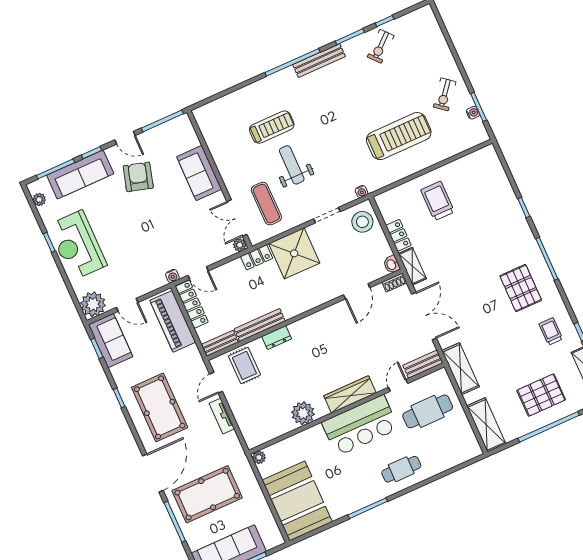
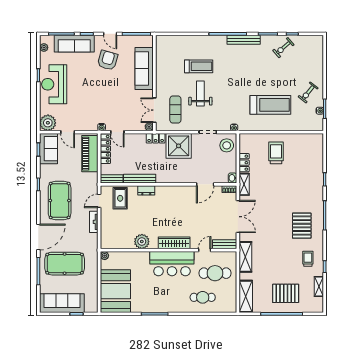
sofa: (199, 173) -> (144, 68), width x1.36
cafe table: (401, 469) -> (203, 297), moved

